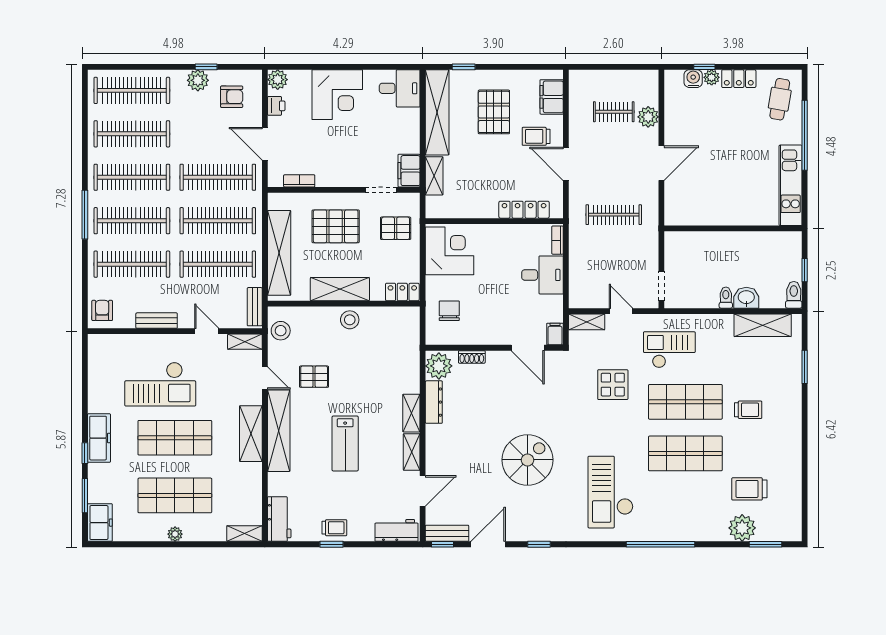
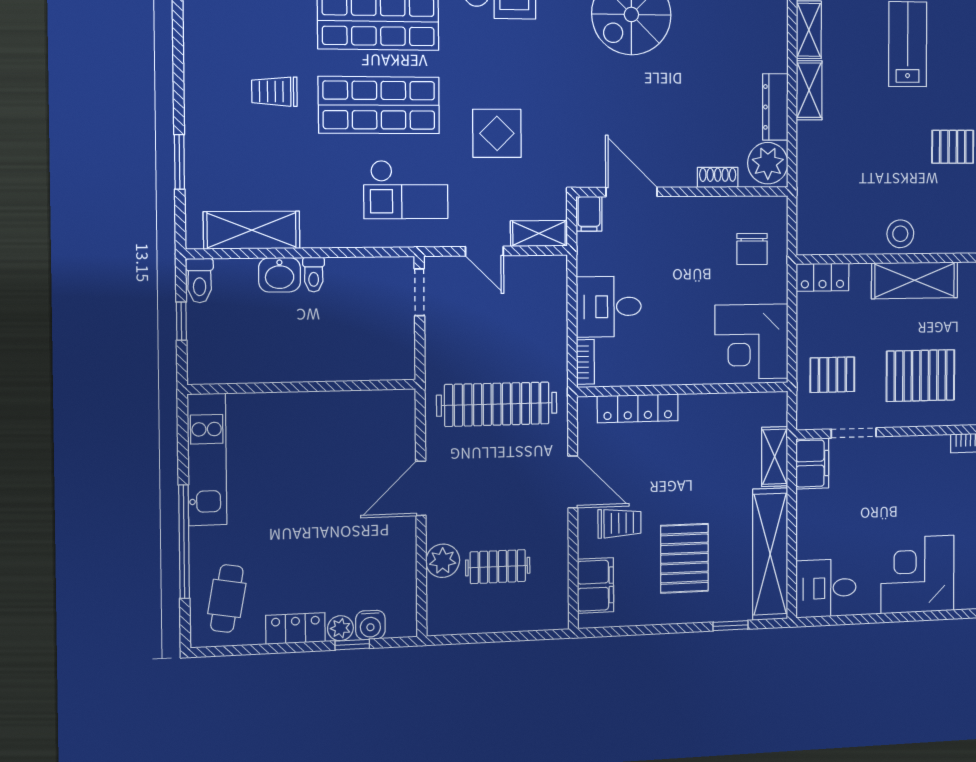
clothes rail: (614, 215) -> (497, 404), width x1.37, depth x1.31

